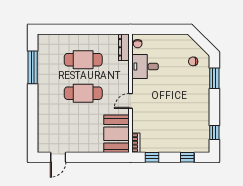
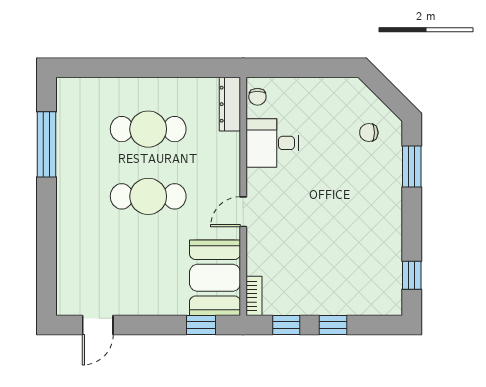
window: (110, 157) -> (201, 325), added
window: (187, 157) -> (333, 325), moved

